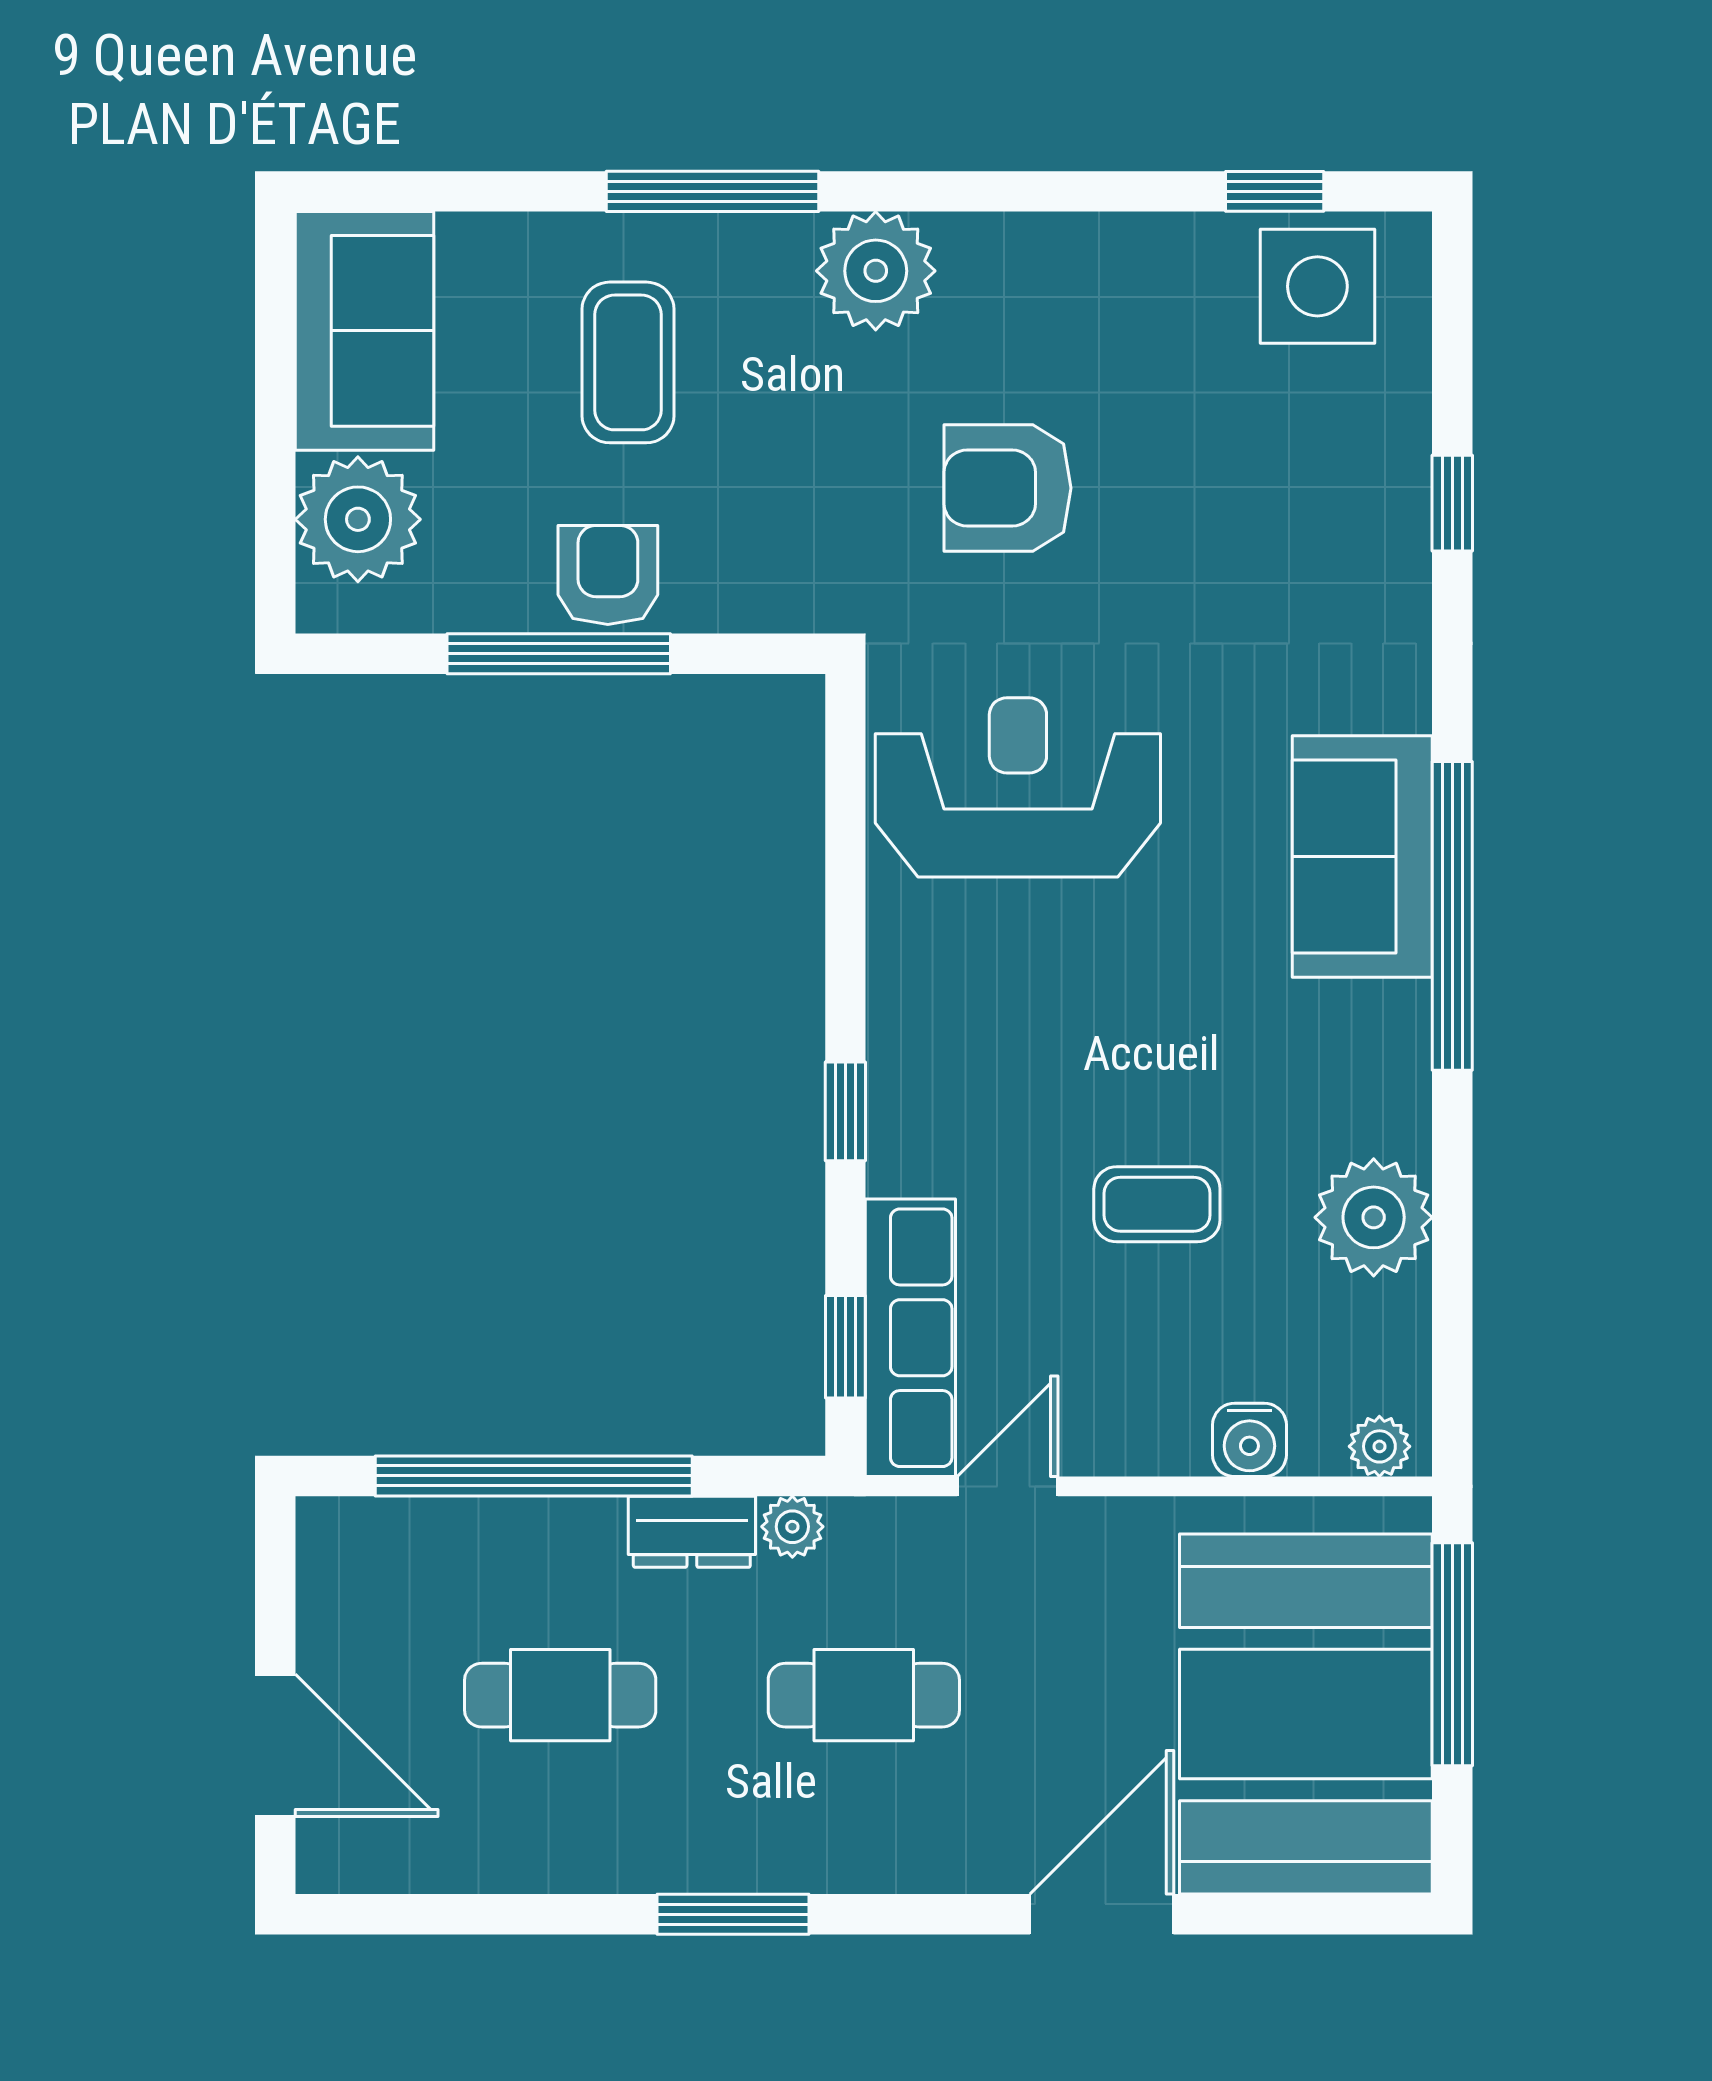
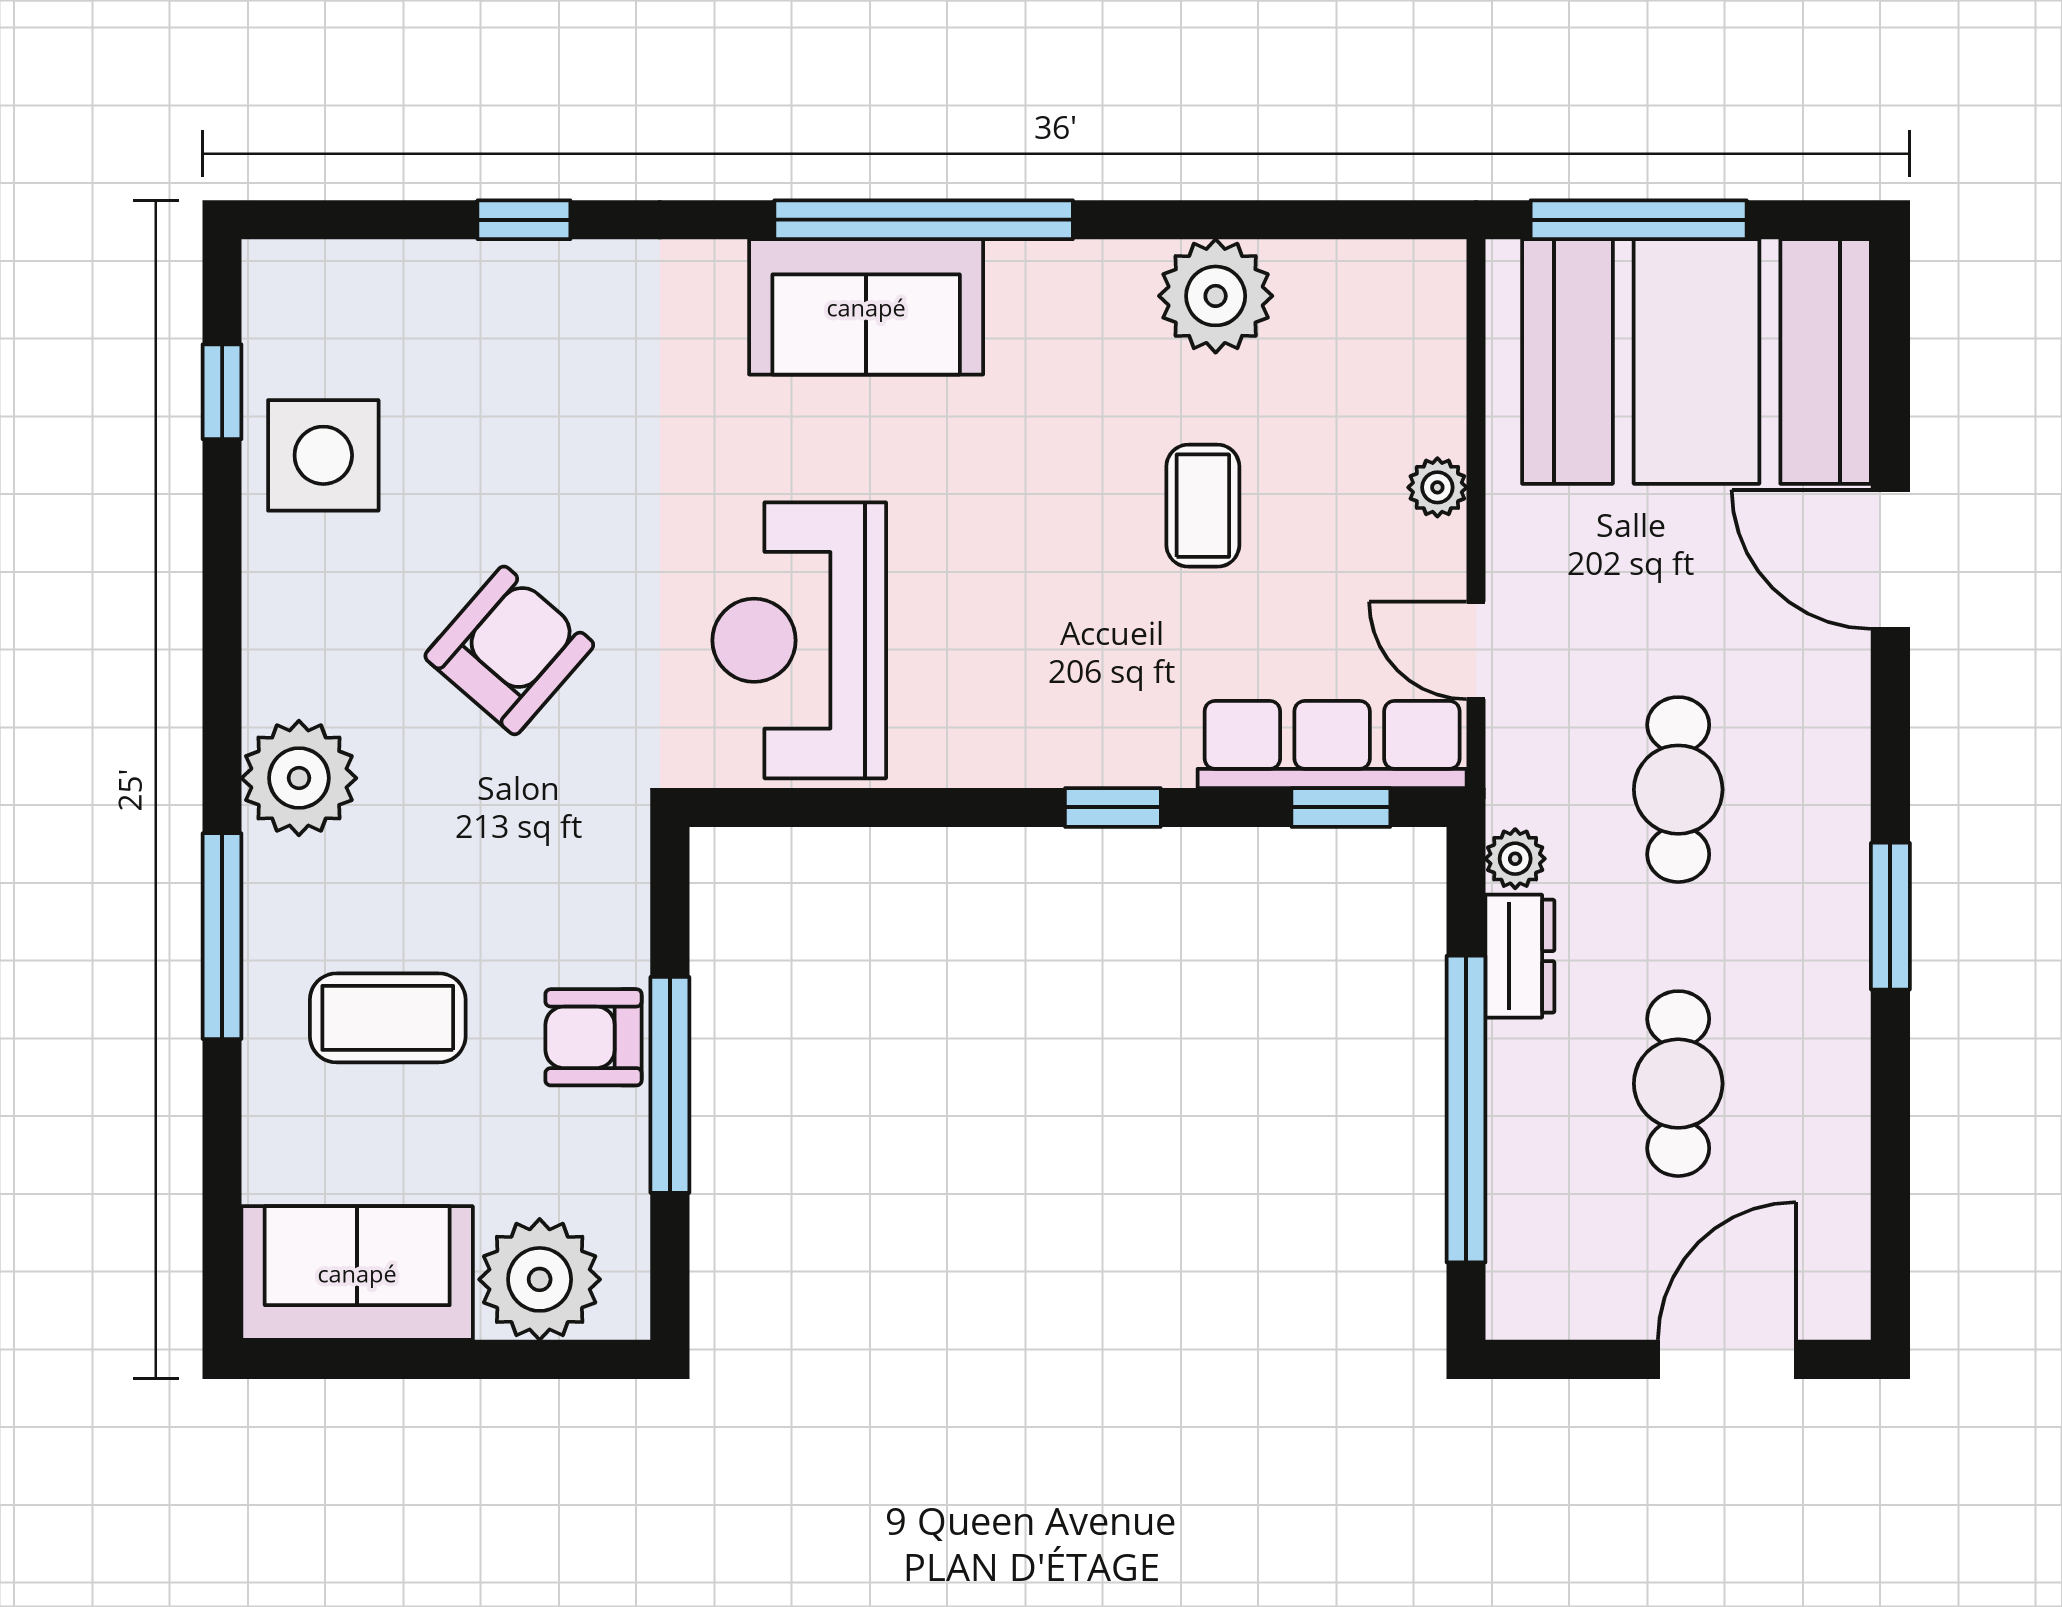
side table: (1317, 286) -> (323, 455), moved
armchair: (1007, 488) -> (509, 650), turned -139
water cooler: (1249, 1440) -> (1431, 416), removed
plant: (1379, 1446) -> (1437, 487), moved

